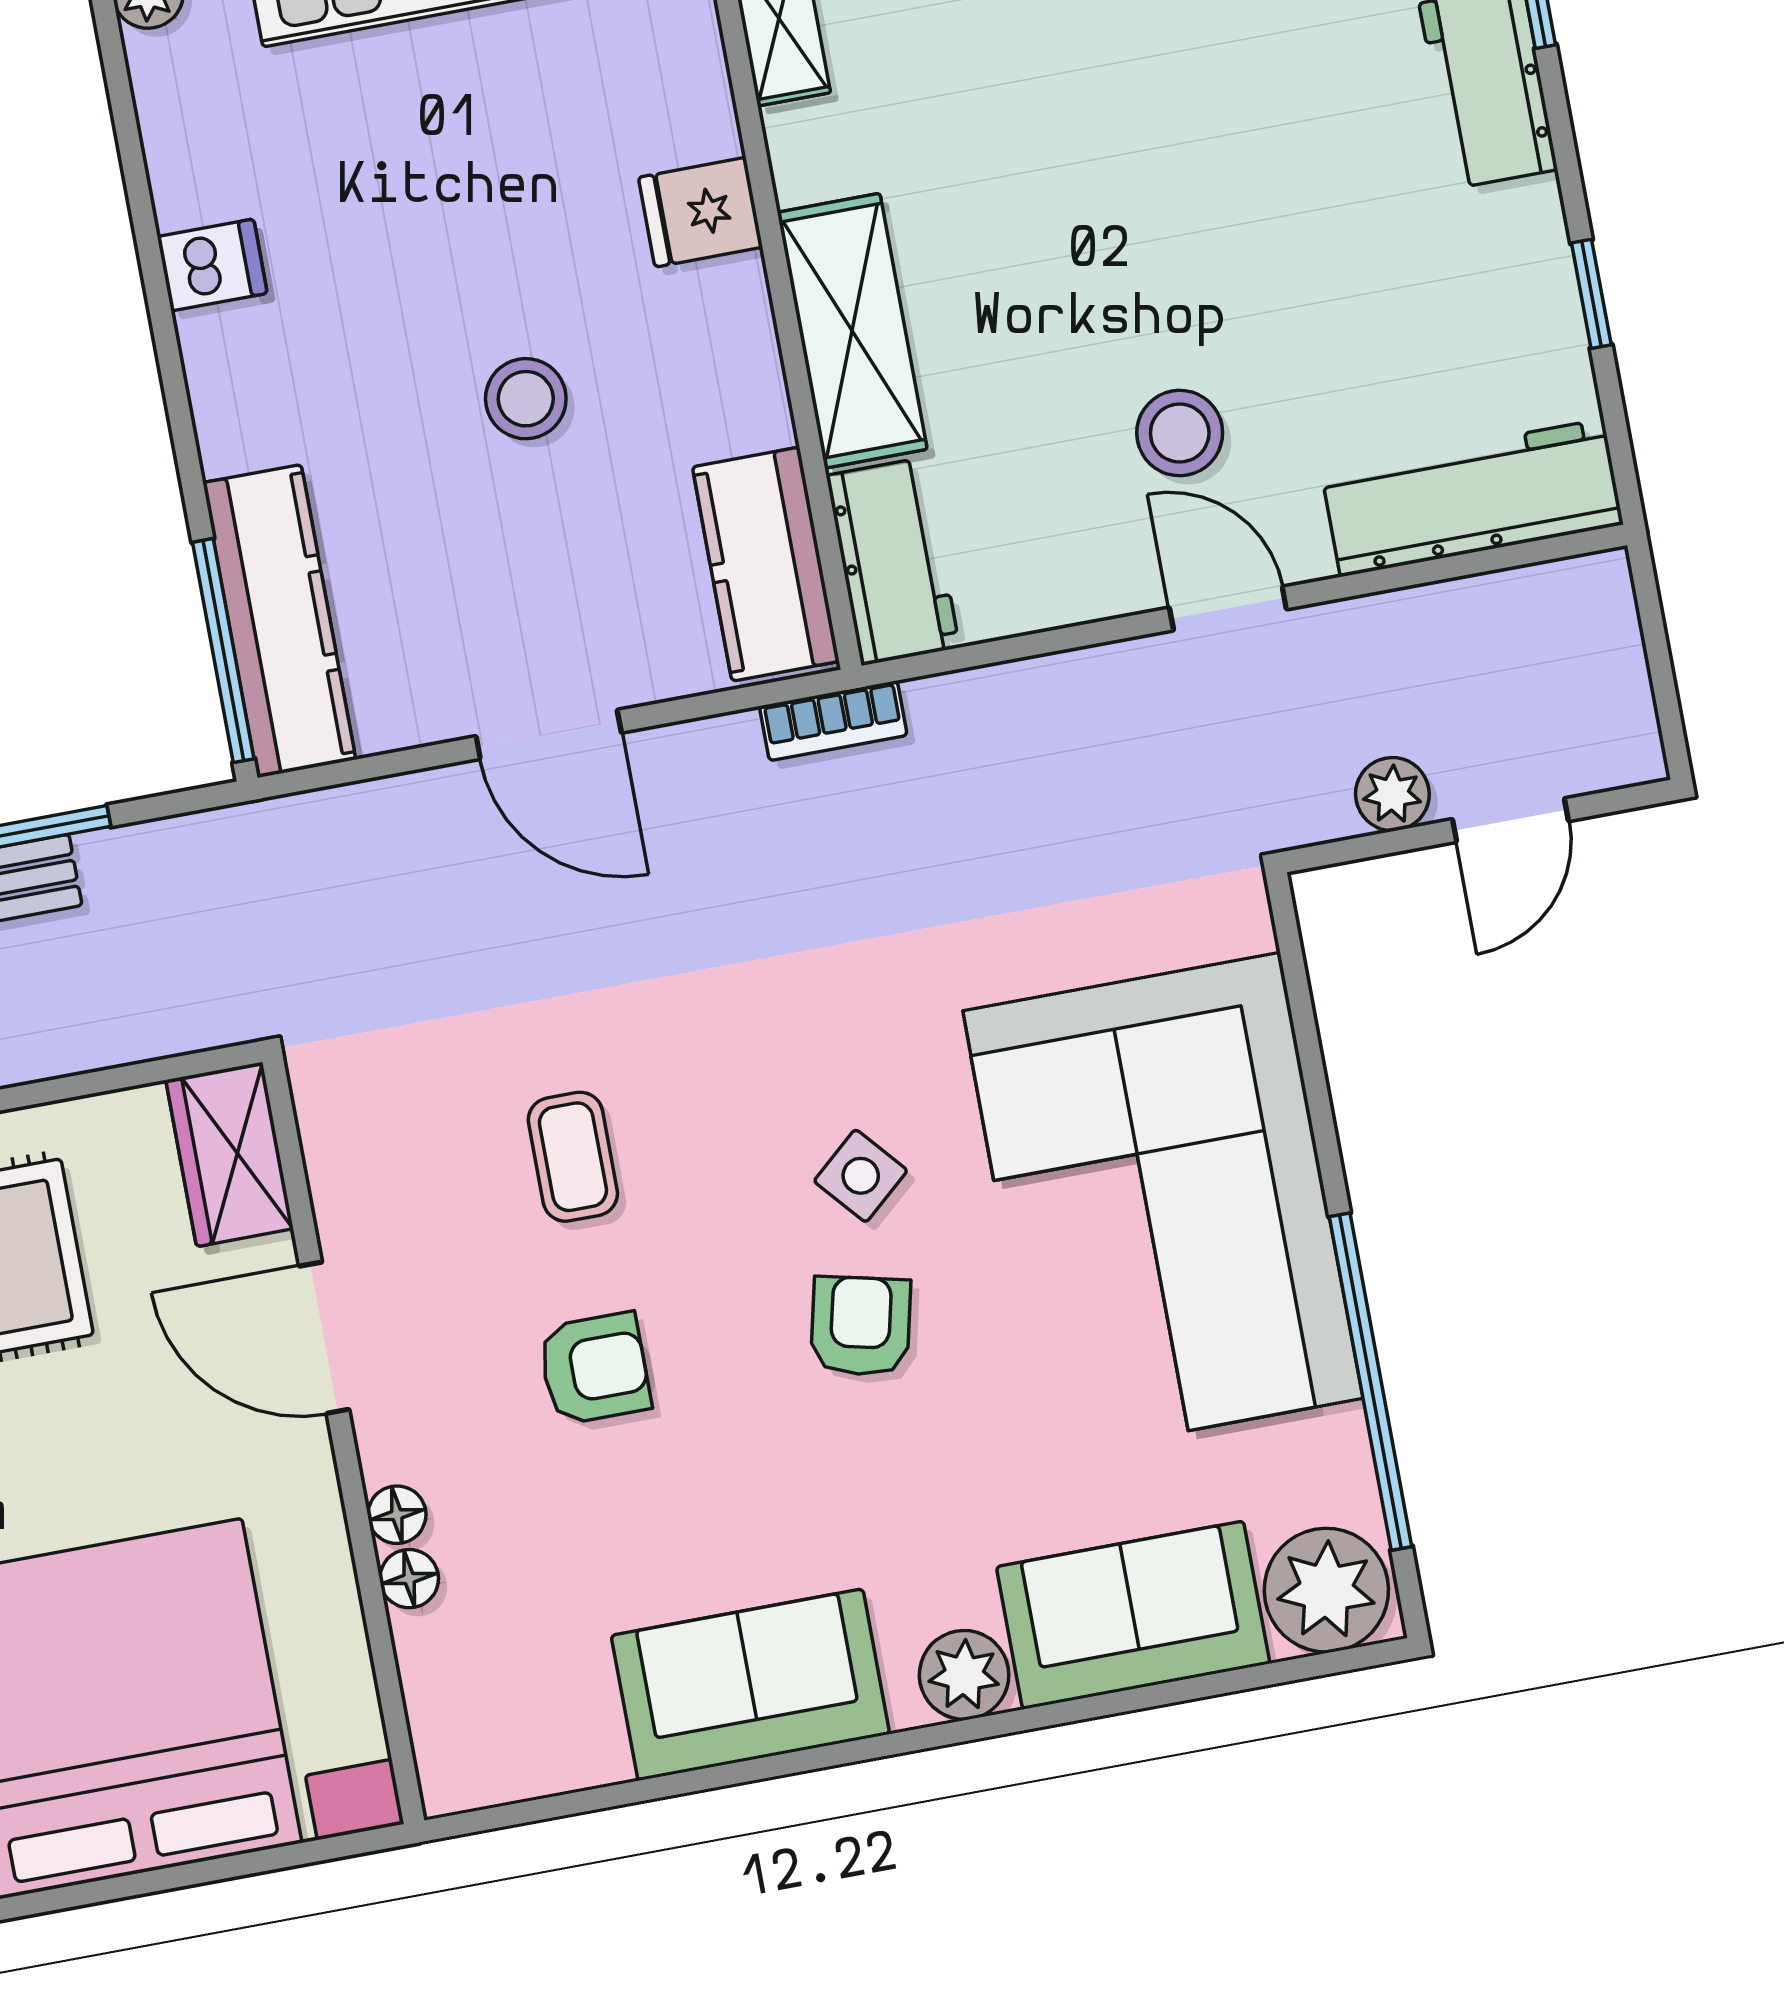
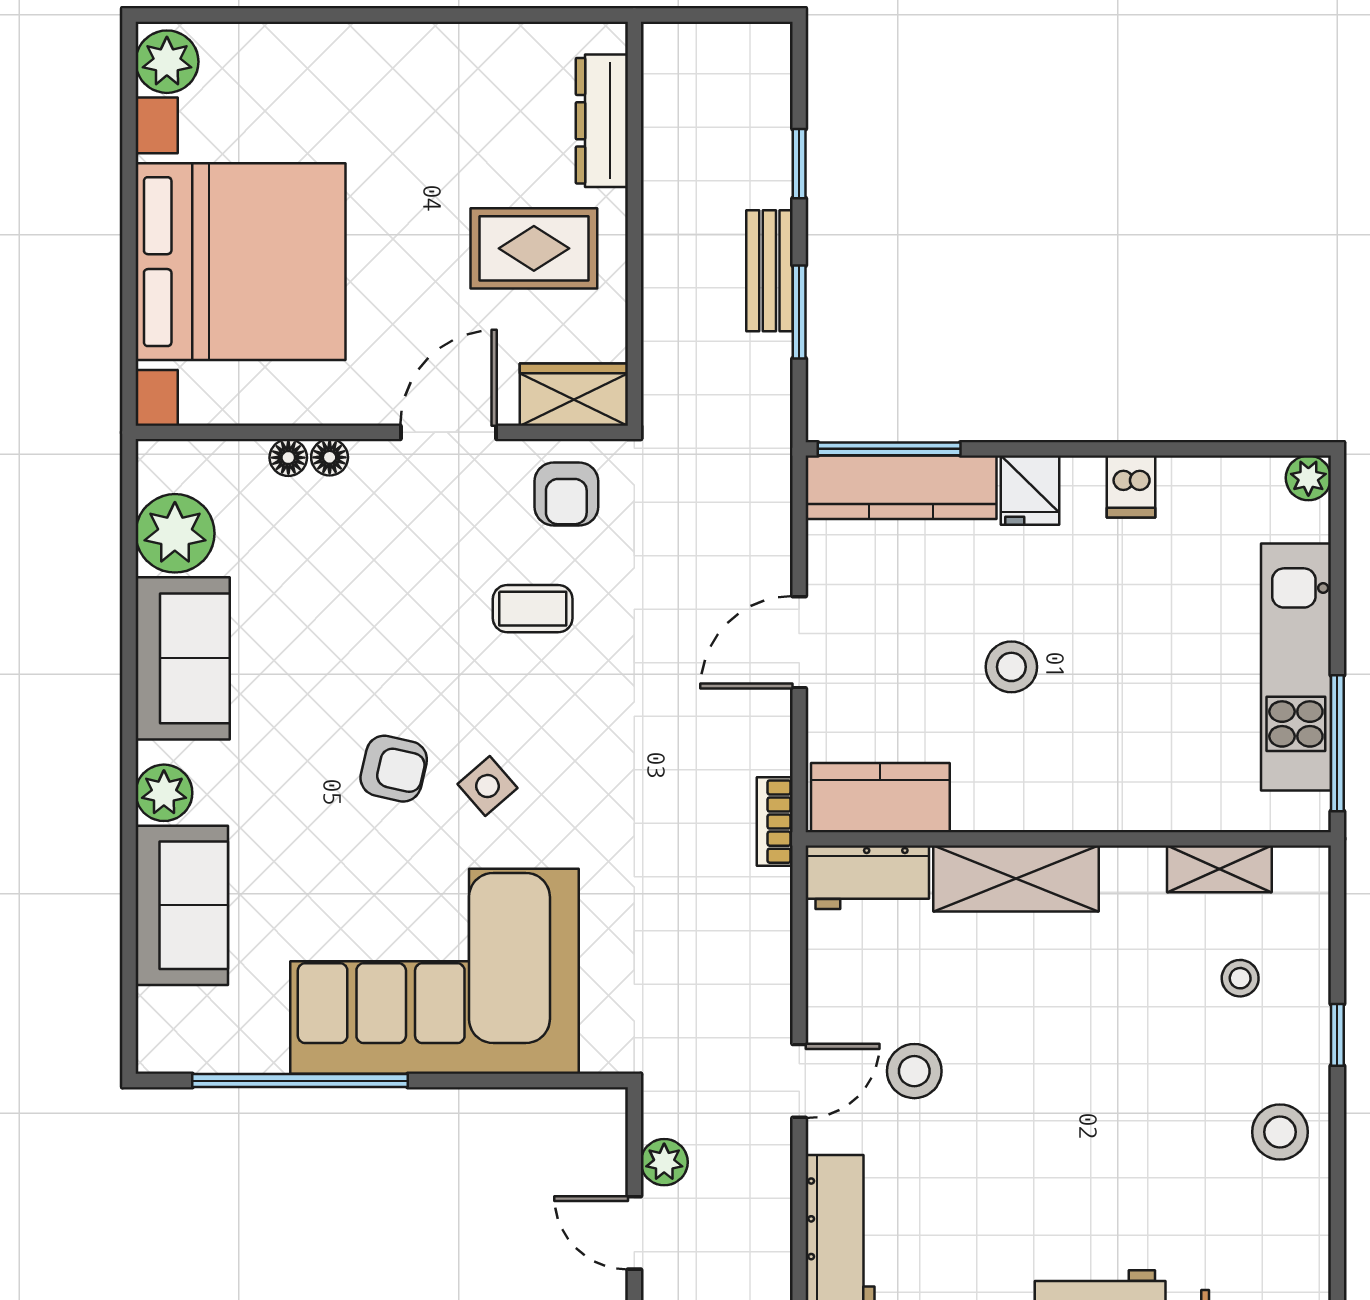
fridge: (700, 212) -> (1030, 490), moved, turned 180
armchair: (595, 1369) -> (566, 494), moved
plant: (1326, 1590) -> (175, 533), moved

